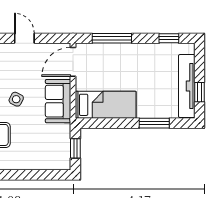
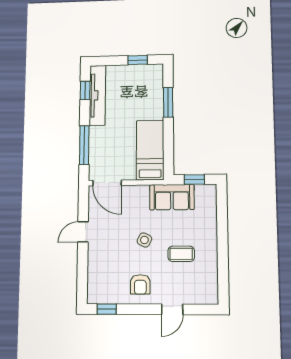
tv unit: (187, 86) -> (97, 95), moved, turned -90
sofa: (58, 101) -> (172, 197), moved

